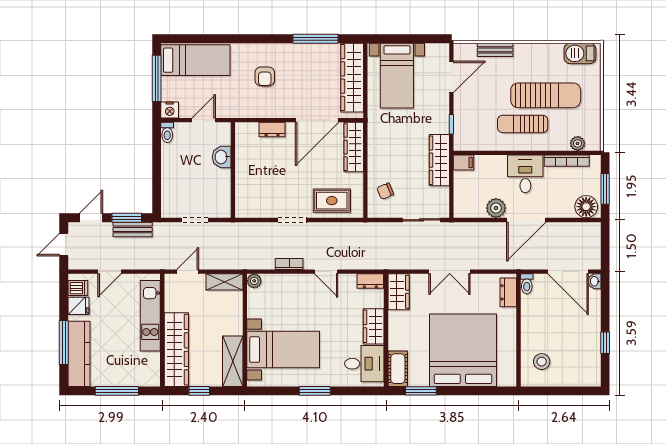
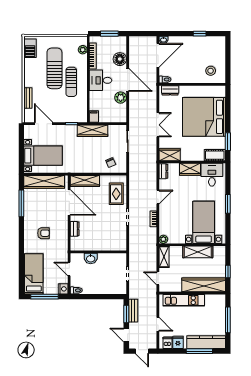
floor lamp: (586, 207) -> (120, 59), moved
shelving: (233, 361) -> (198, 252), moved

